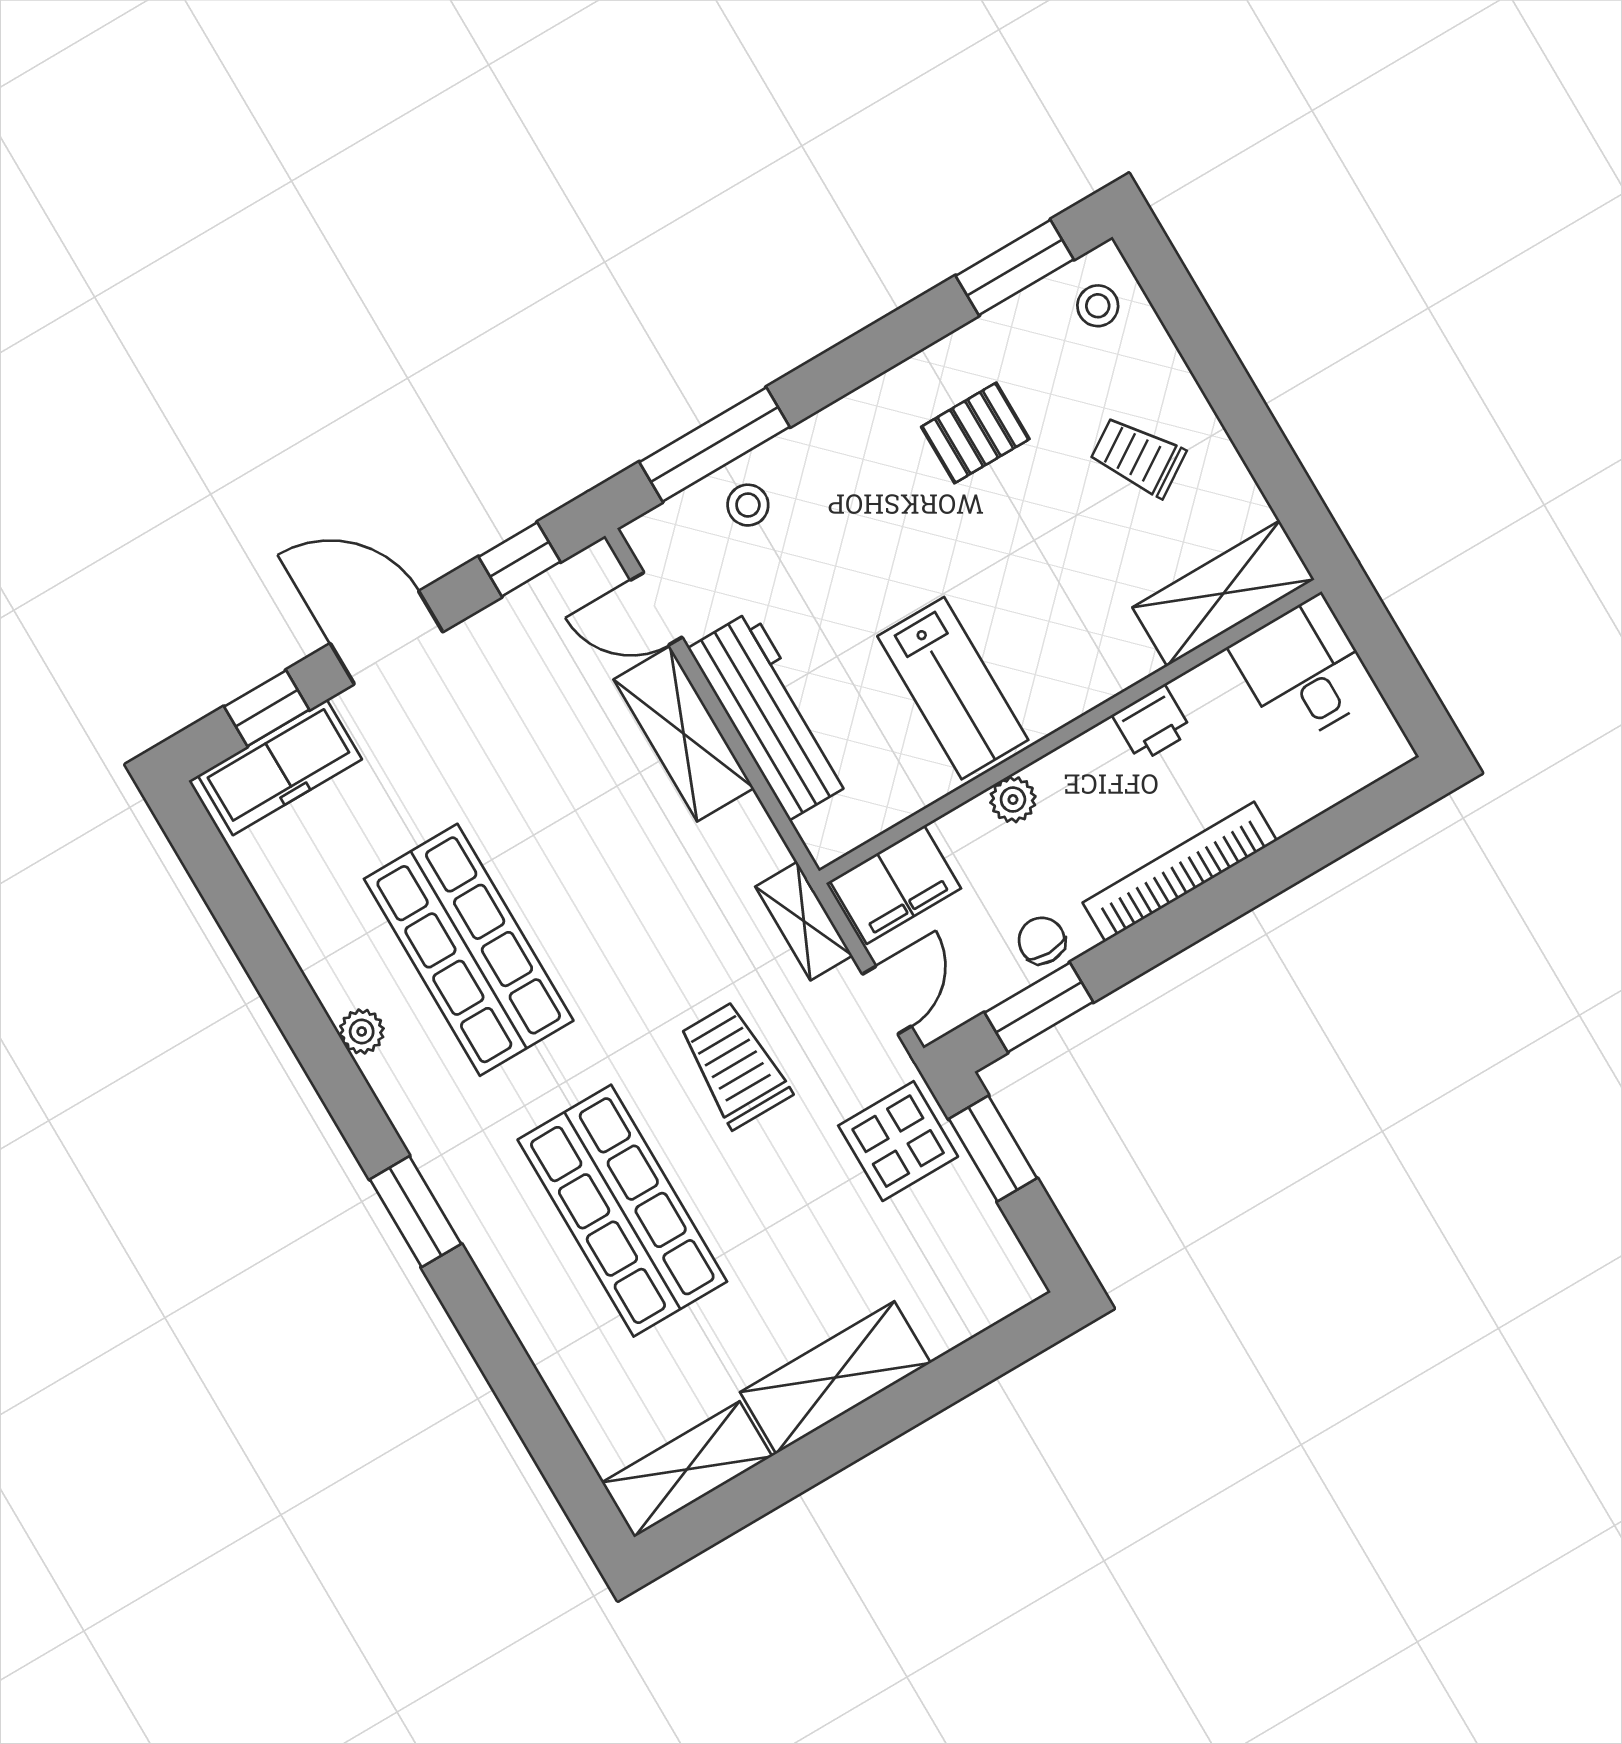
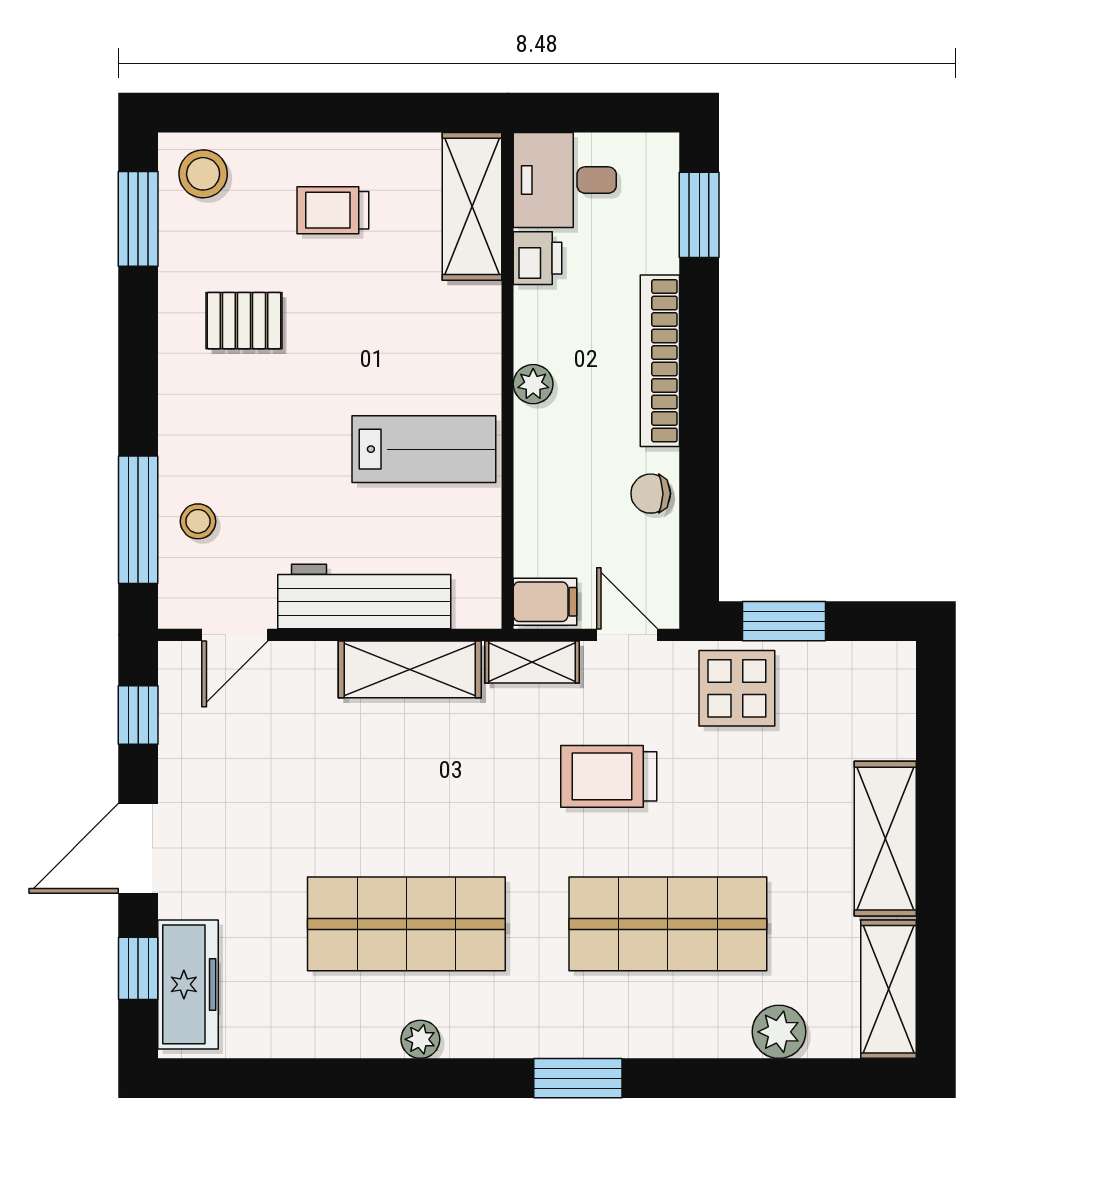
stool: (1098, 306) -> (203, 174), width x1.37, depth x1.37
pallet: (975, 433) -> (244, 321), turned 90
trolley: (1138, 457) -> (333, 210), turned 33
printer: (1152, 723) -> (538, 258), moved
shelving: (684, 734) -> (410, 669), moved
plant: (1013, 800) -> (533, 384), moved
filing cabinet: (895, 885) -> (545, 602), width x0.50
window: (1039, 1007) -> (699, 215), moved
plant: (580, 1385) -> (779, 1032), added

